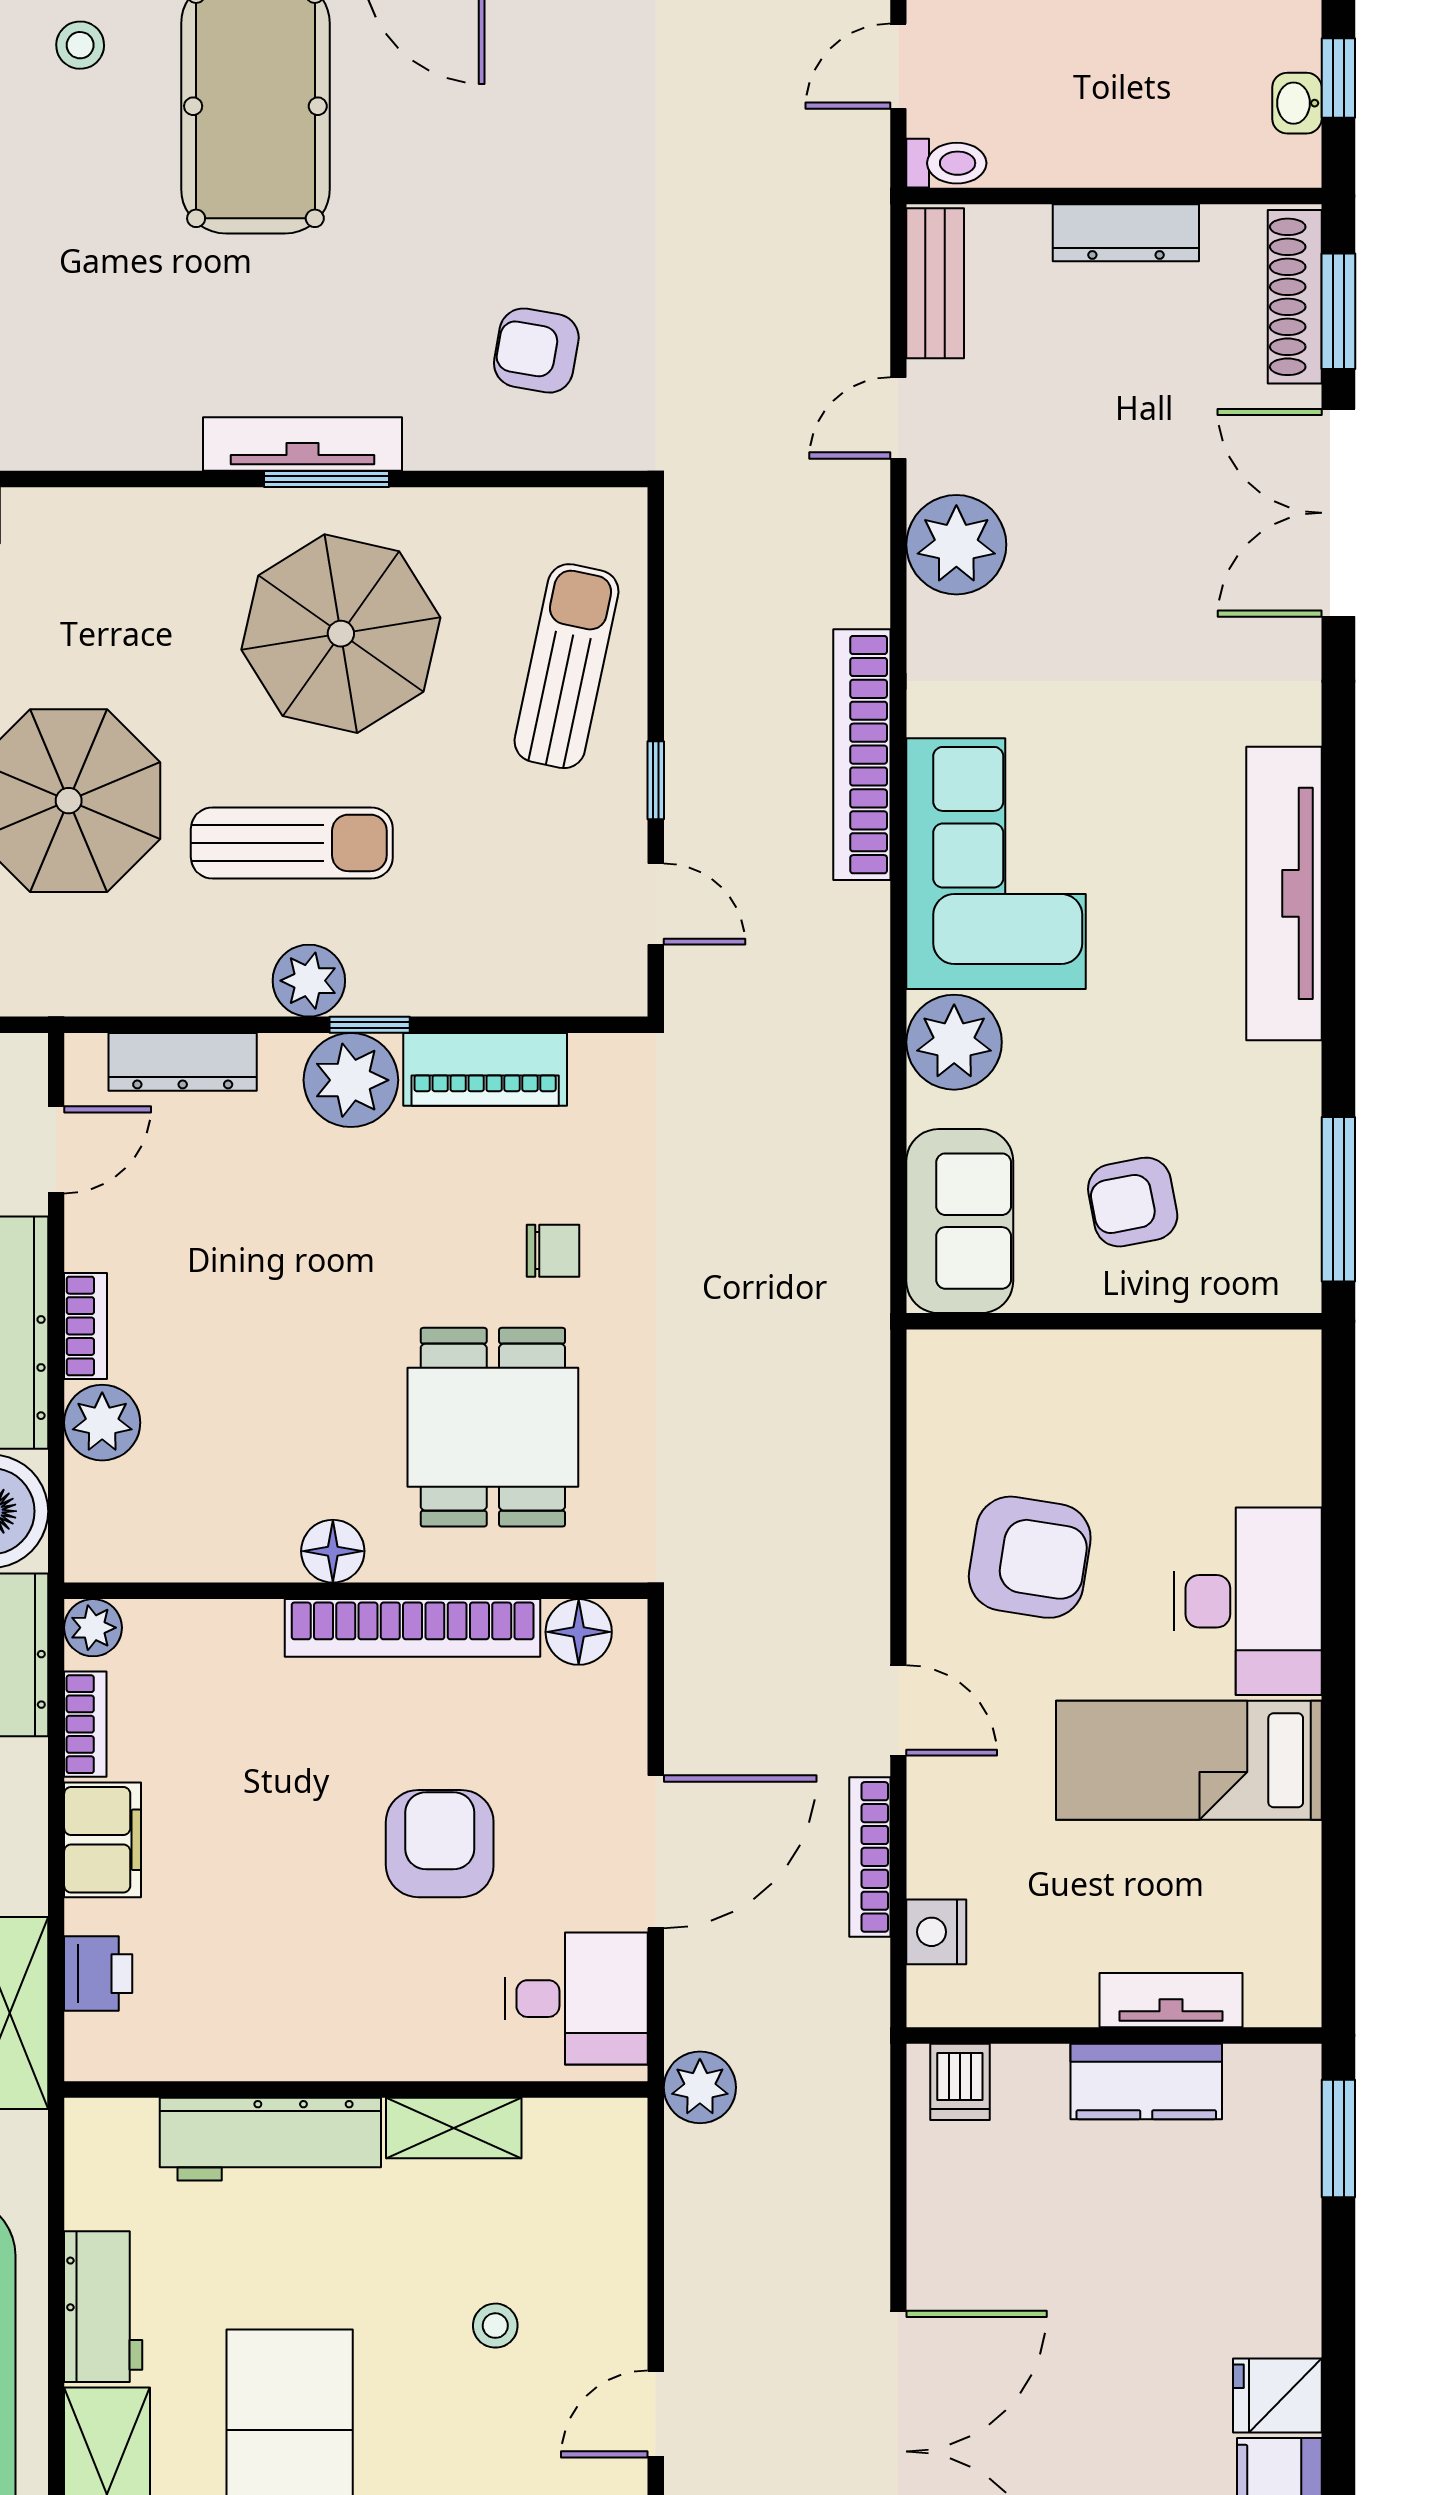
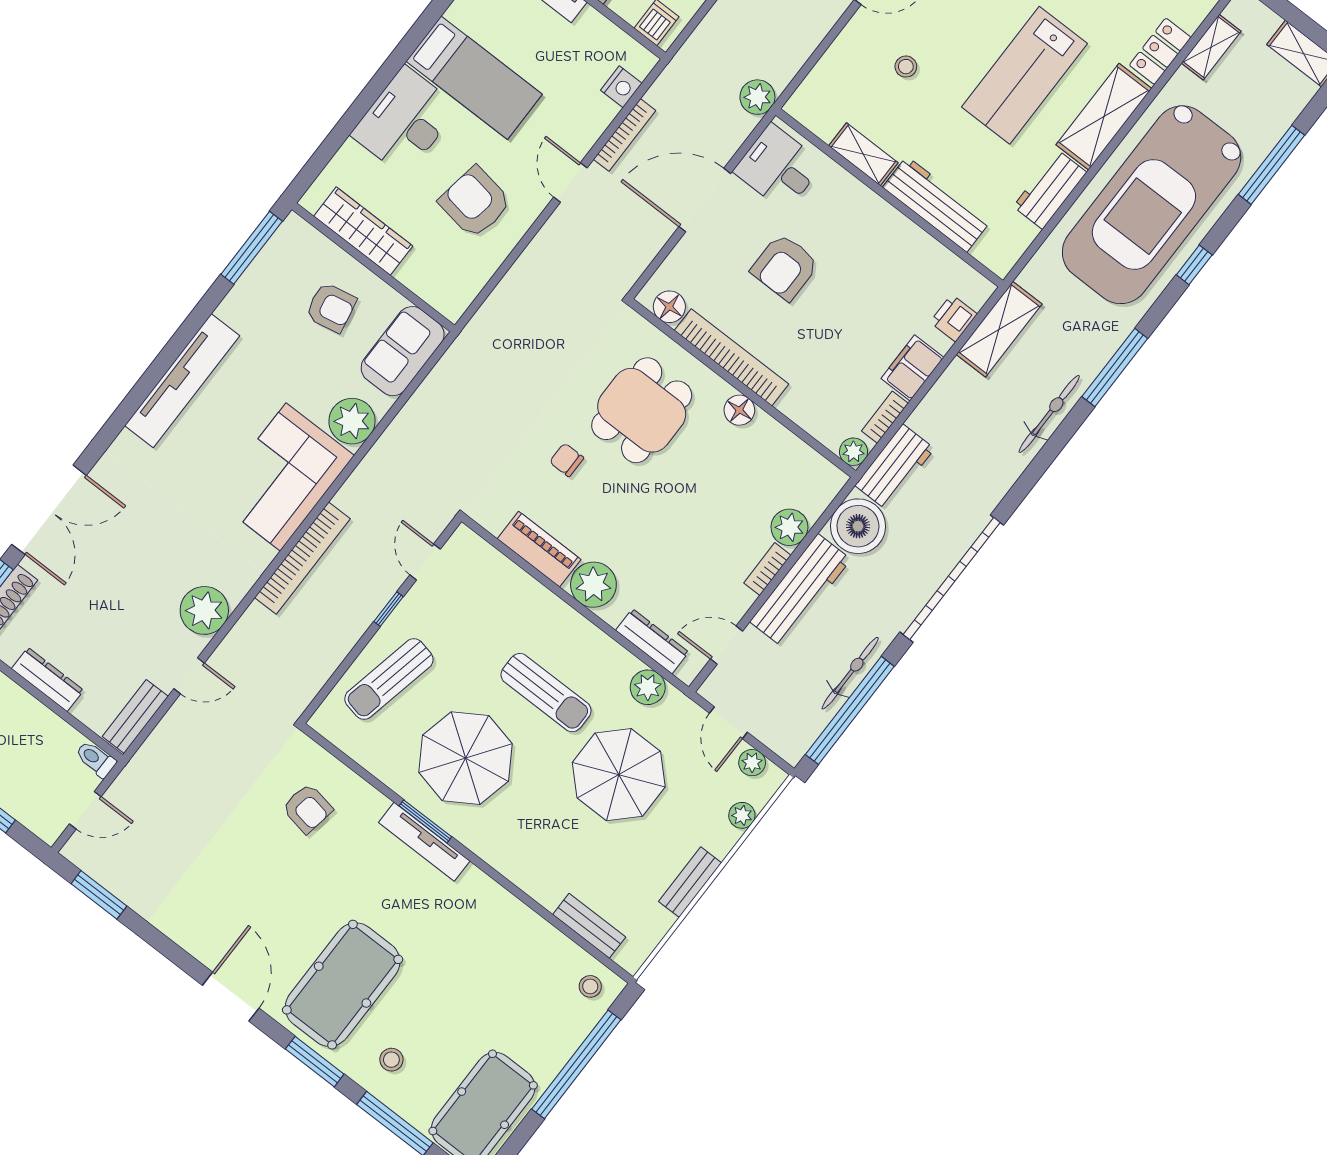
sun lounger: (292, 843) -> (546, 693), turned 180
plant: (309, 981) -> (648, 687), moved
window: (370, 1025) -> (570, 600), removed
wardrobe: (1176, 1368) -> (363, 231), added

